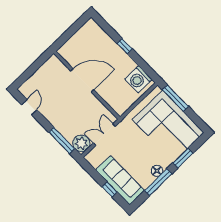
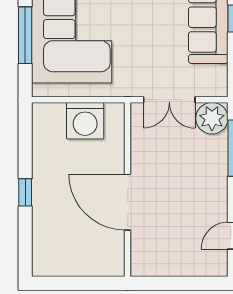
washing machine: (138, 79) -> (85, 121), moved, turned 90
window: (175, 98) -> (25, 35), moved

